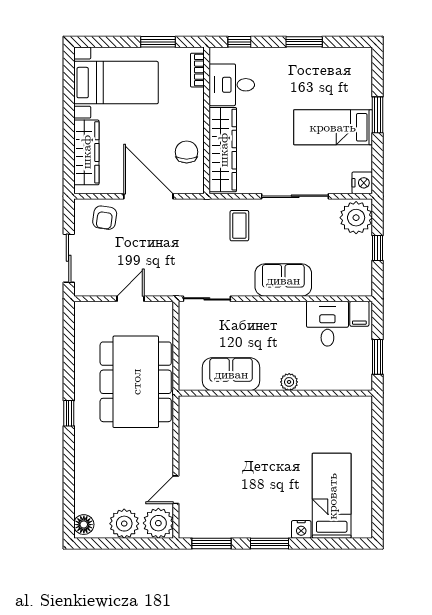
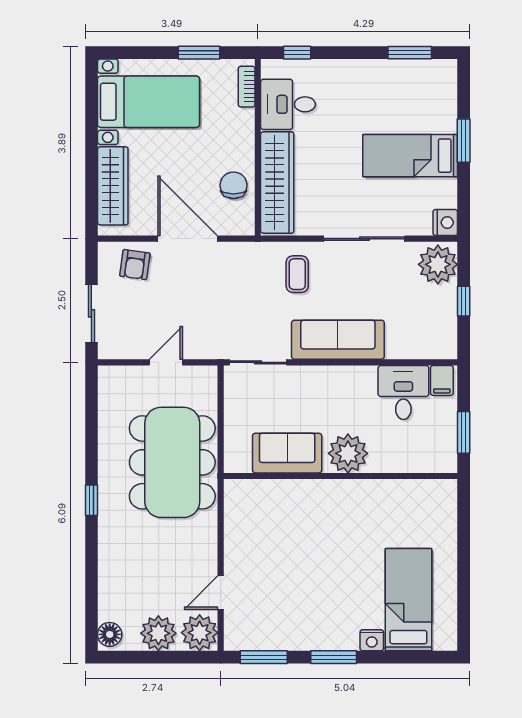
window: (304, 42) -> (410, 53), moved
sofa: (283, 280) -> (338, 340), width x1.36
plant: (289, 382) -> (348, 453), width x1.88, depth x1.88

